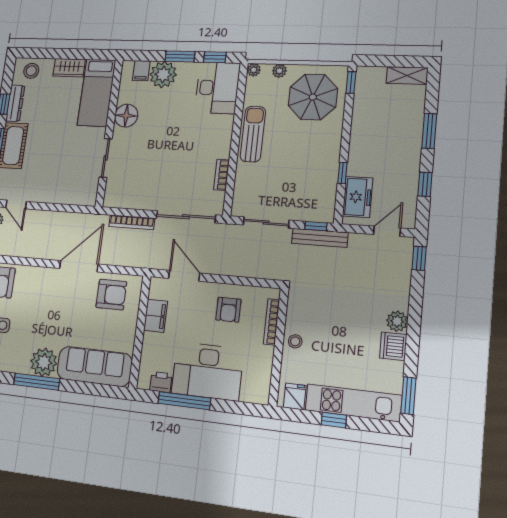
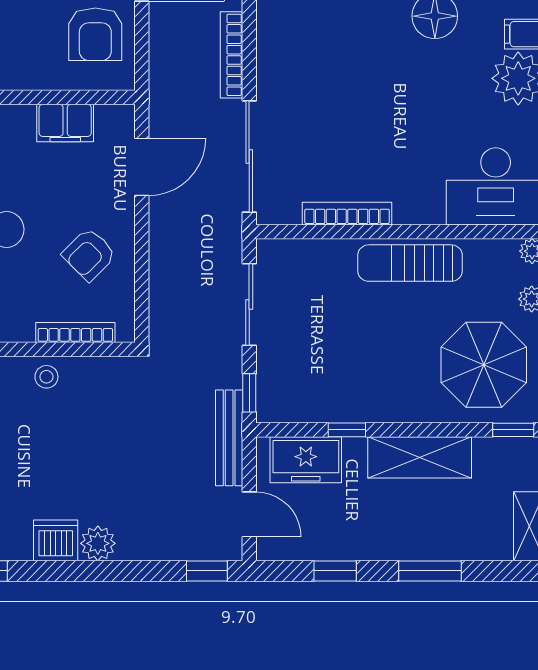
sun lounger: (253, 134) -> (410, 263), turned 180
shelving: (362, 134) -> (420, 457), added
bookcase: (221, 175) -> (347, 214), width x1.56
bench: (320, 238) -> (229, 438), moved
armchair: (228, 310) -> (89, 254), turned -45

